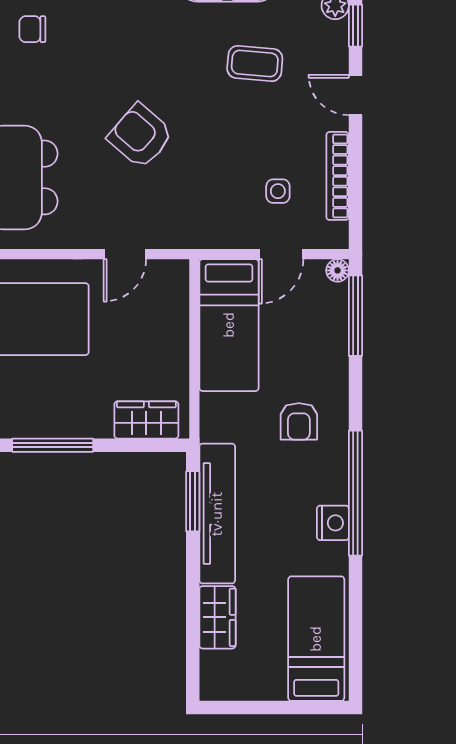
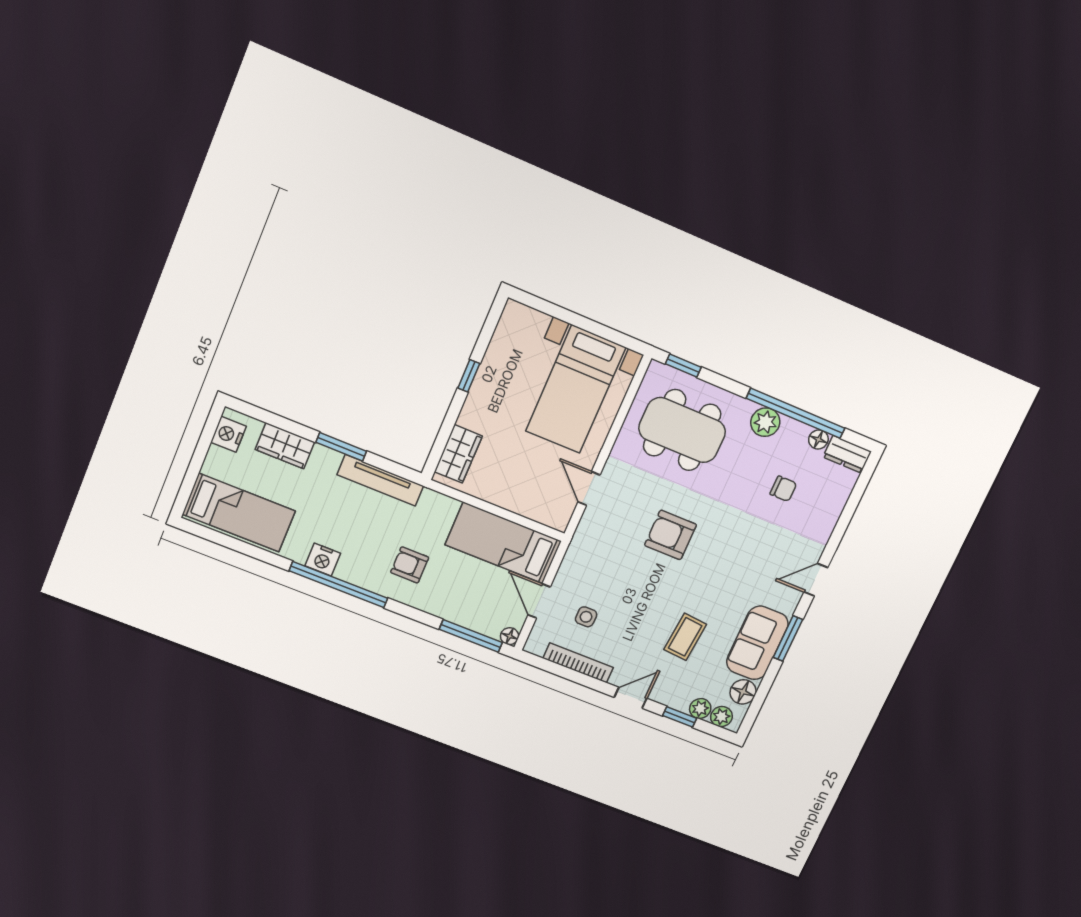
chair: (32, 29) -> (783, 489), turned 90
armchair: (140, 136) -> (670, 535), turned -131
window: (53, 445) -> (469, 376), width x0.46
window: (193, 501) -> (341, 447), moved
tv unit: (217, 514) -> (380, 480), width x0.73, depth x0.78
nightstand: (230, 685) -> (228, 434), added

